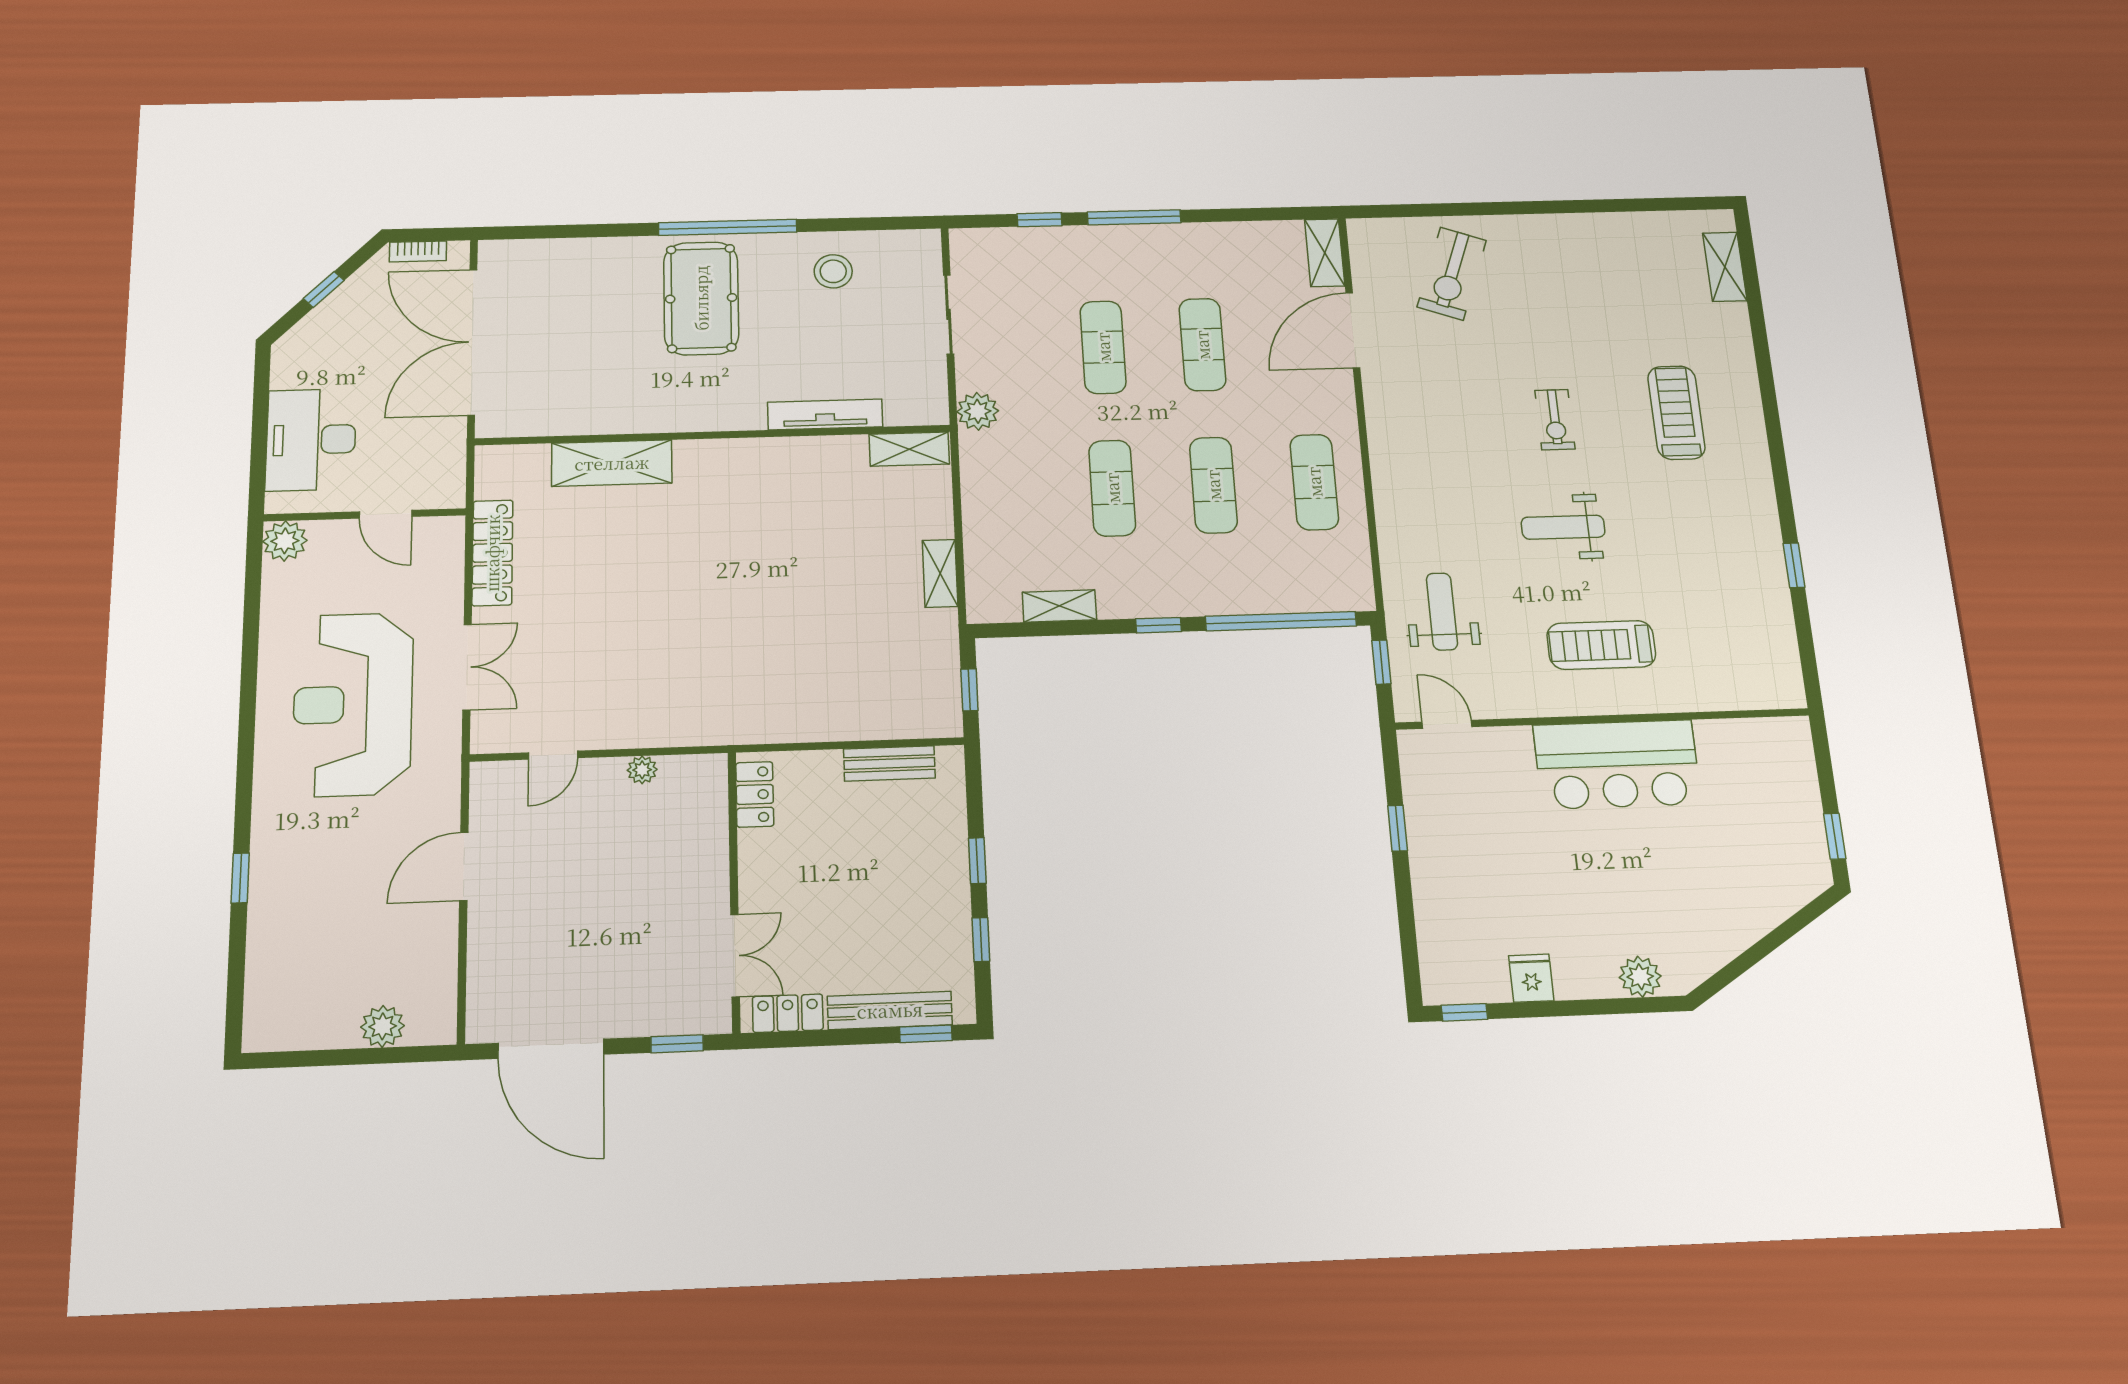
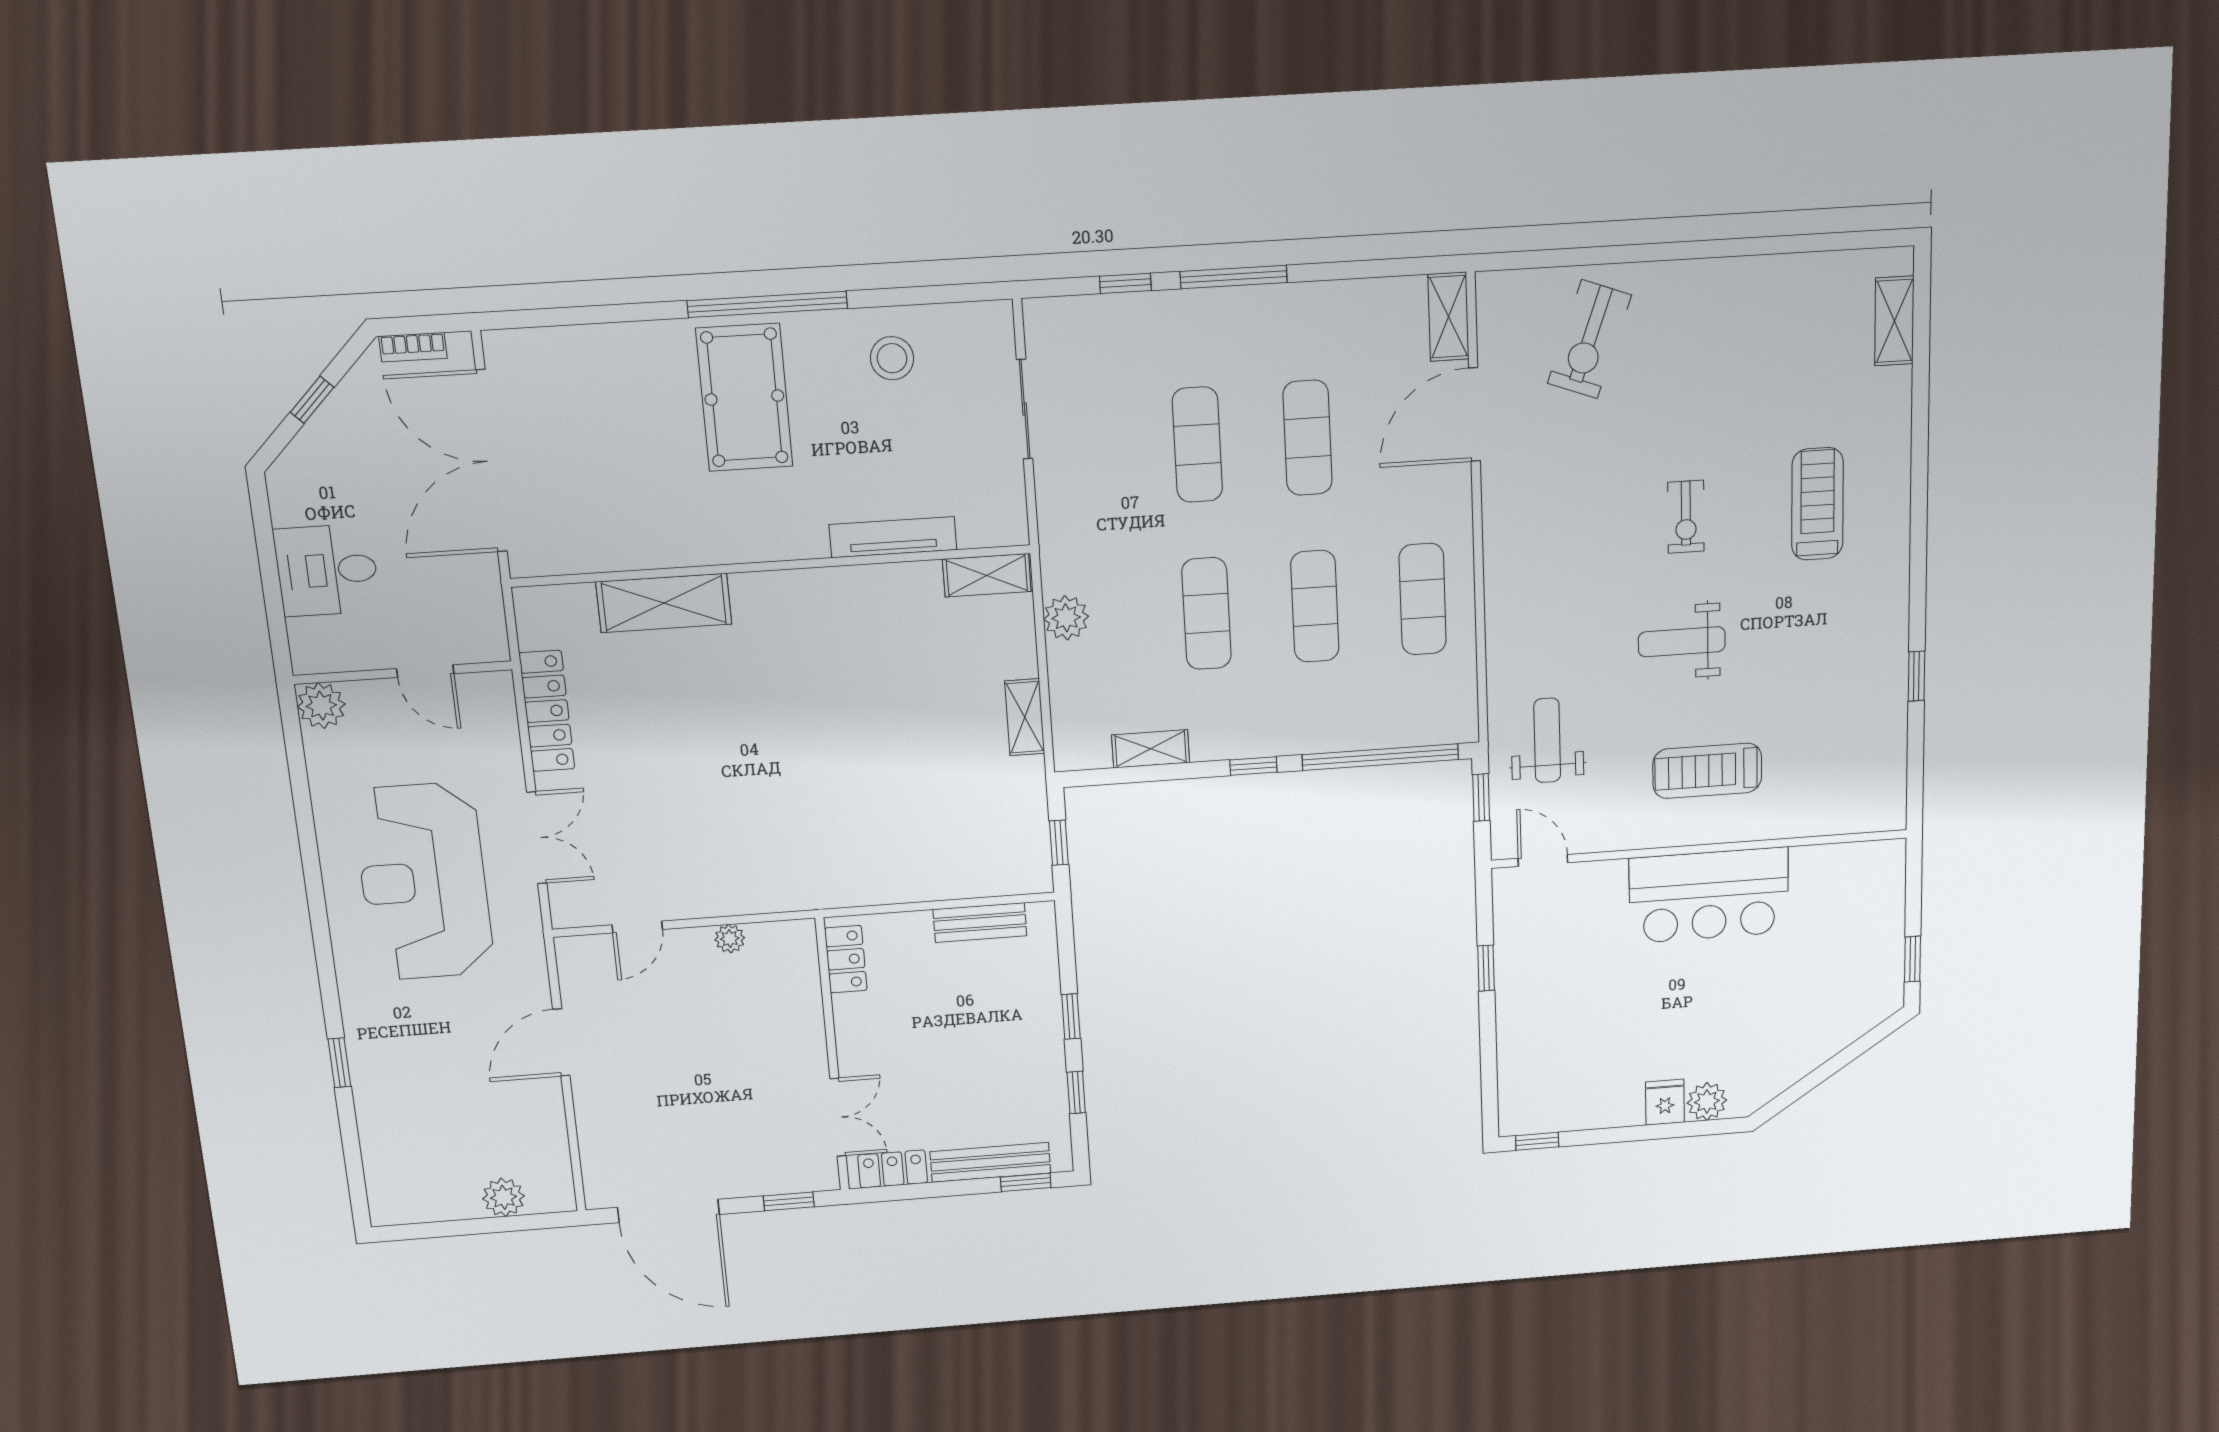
plant: (978, 411) -> (1066, 618), moved
desk: (311, 440) -> (327, 570), width x0.73
fridge: (1531, 978) -> (1665, 1102), moved

